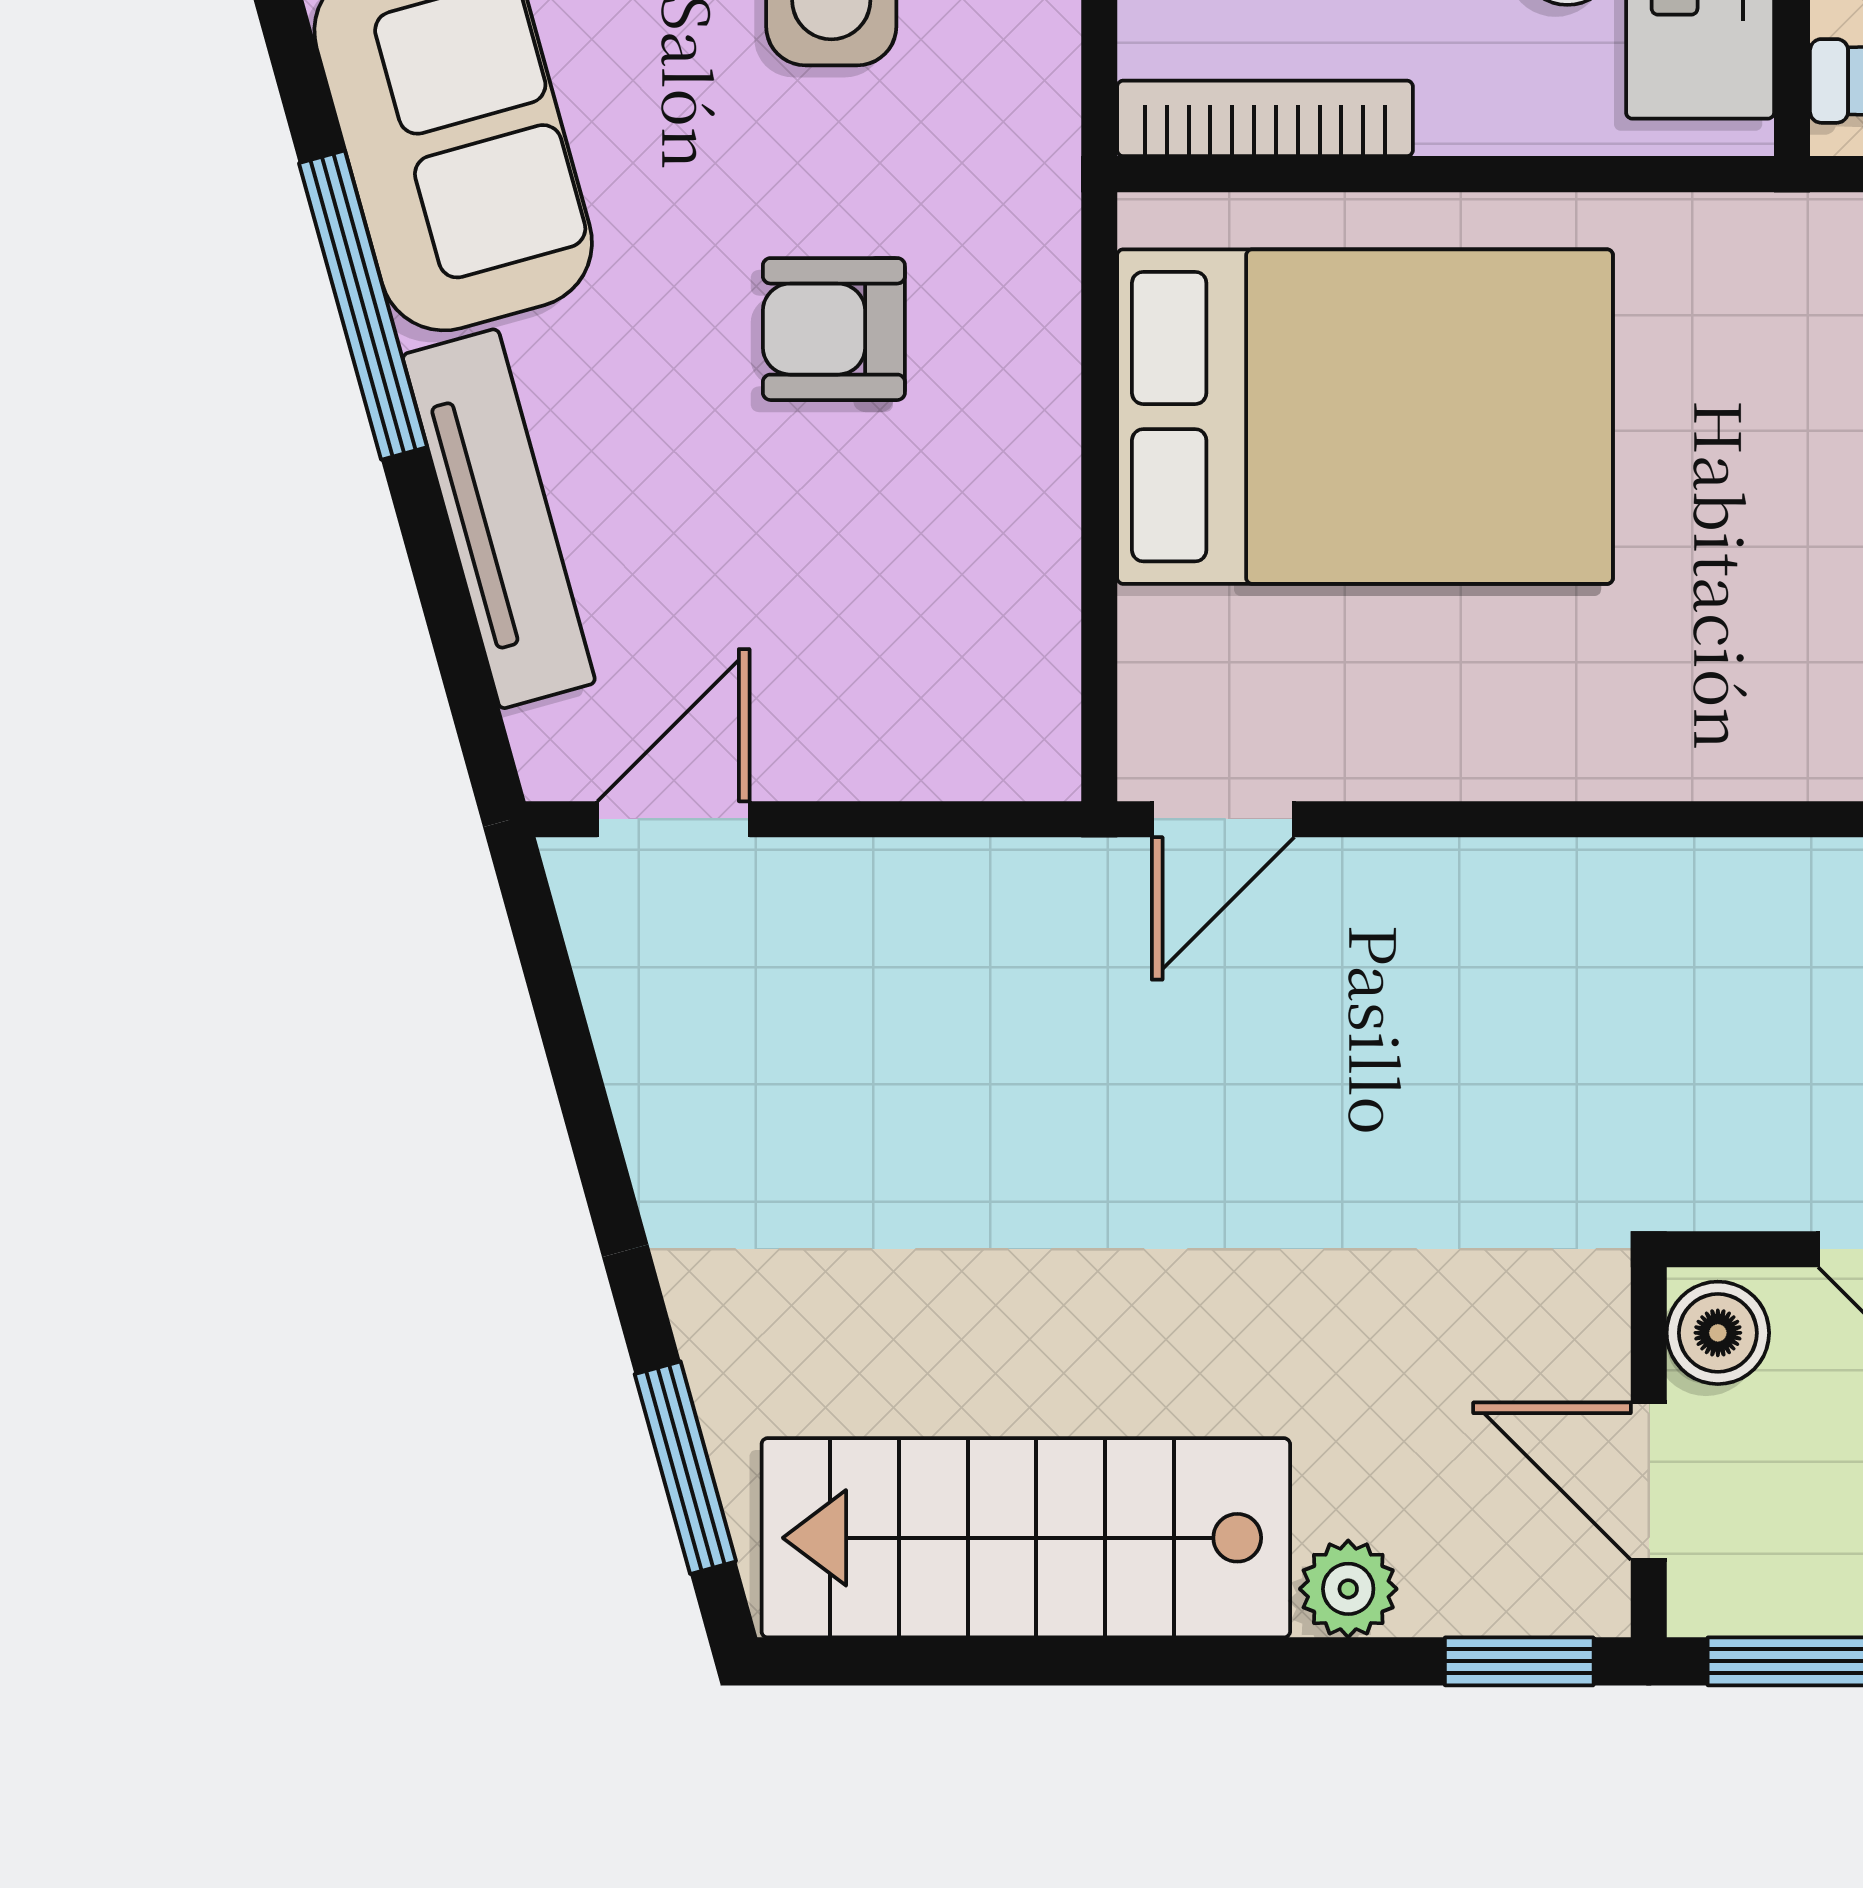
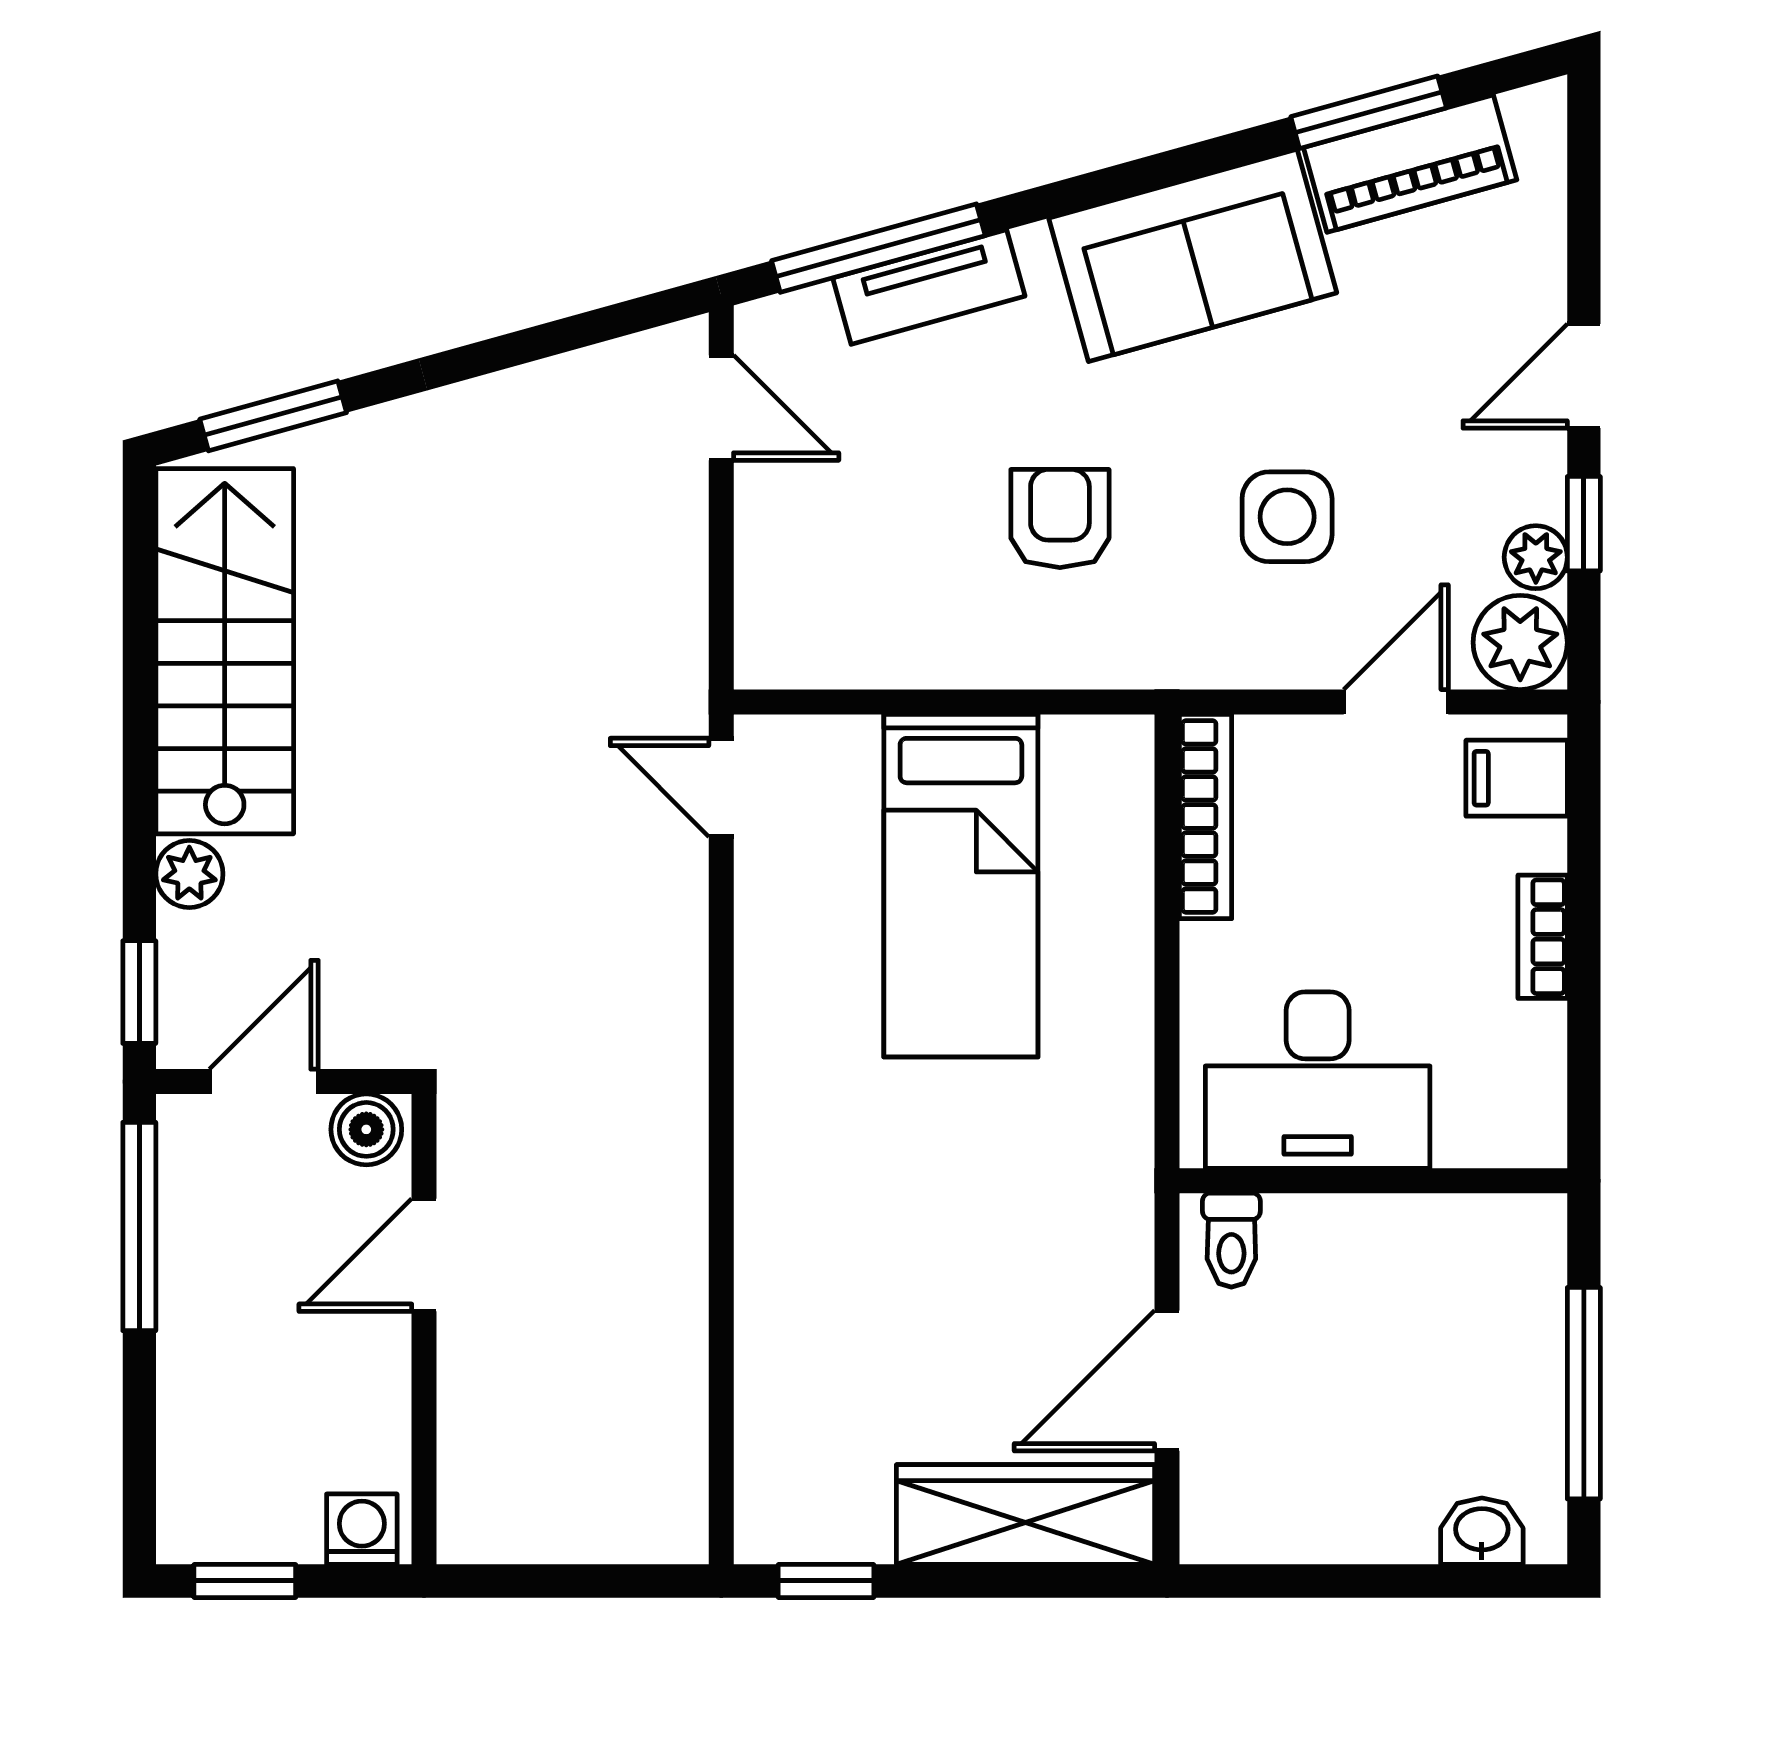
window: (363, 305) -> (878, 248), moved
bed: (1365, 417) -> (961, 886), width x0.67
tv unit: (499, 519) -> (929, 287), width x0.71

